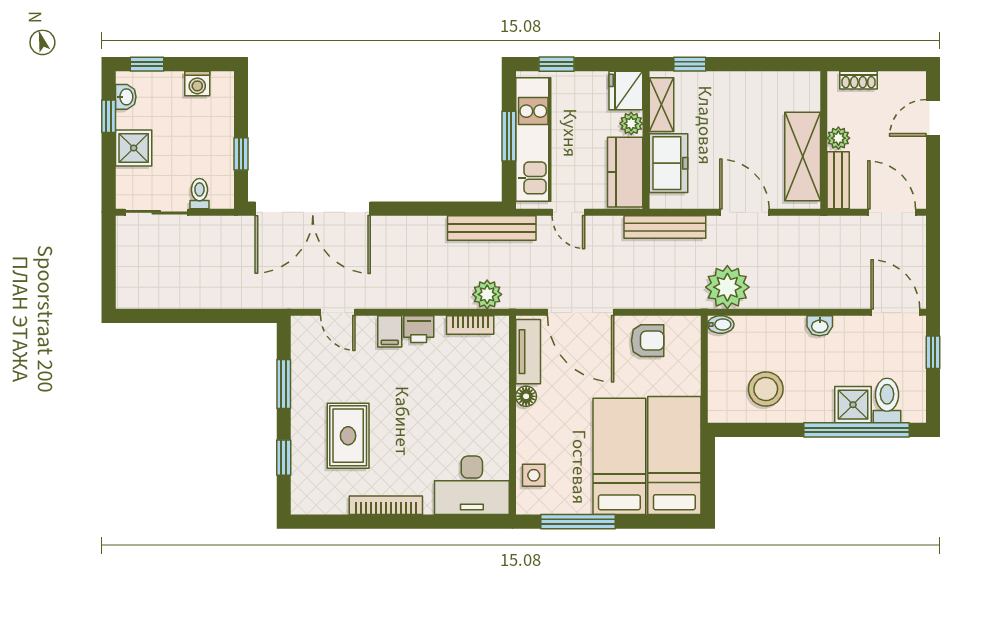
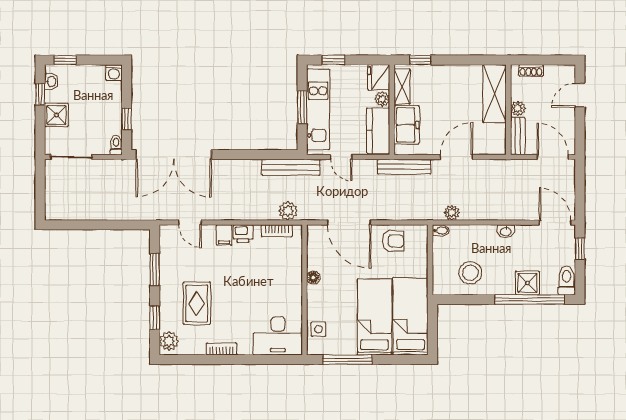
washing machine: (197, 83) -> (114, 73), moved
shelving: (803, 157) -> (495, 94), moved
toilet: (199, 194) -> (116, 145), moved
door: (744, 212) -> (456, 157), hinge flipped
plant: (727, 287) -> (452, 213), width x0.53, depth x0.53
tv unit: (528, 352) -> (315, 248), removed
toilet: (887, 401) -> (566, 280), moved
plant: (306, 493) -> (169, 341), added
bookcase: (386, 505) -> (222, 349), width x0.64

